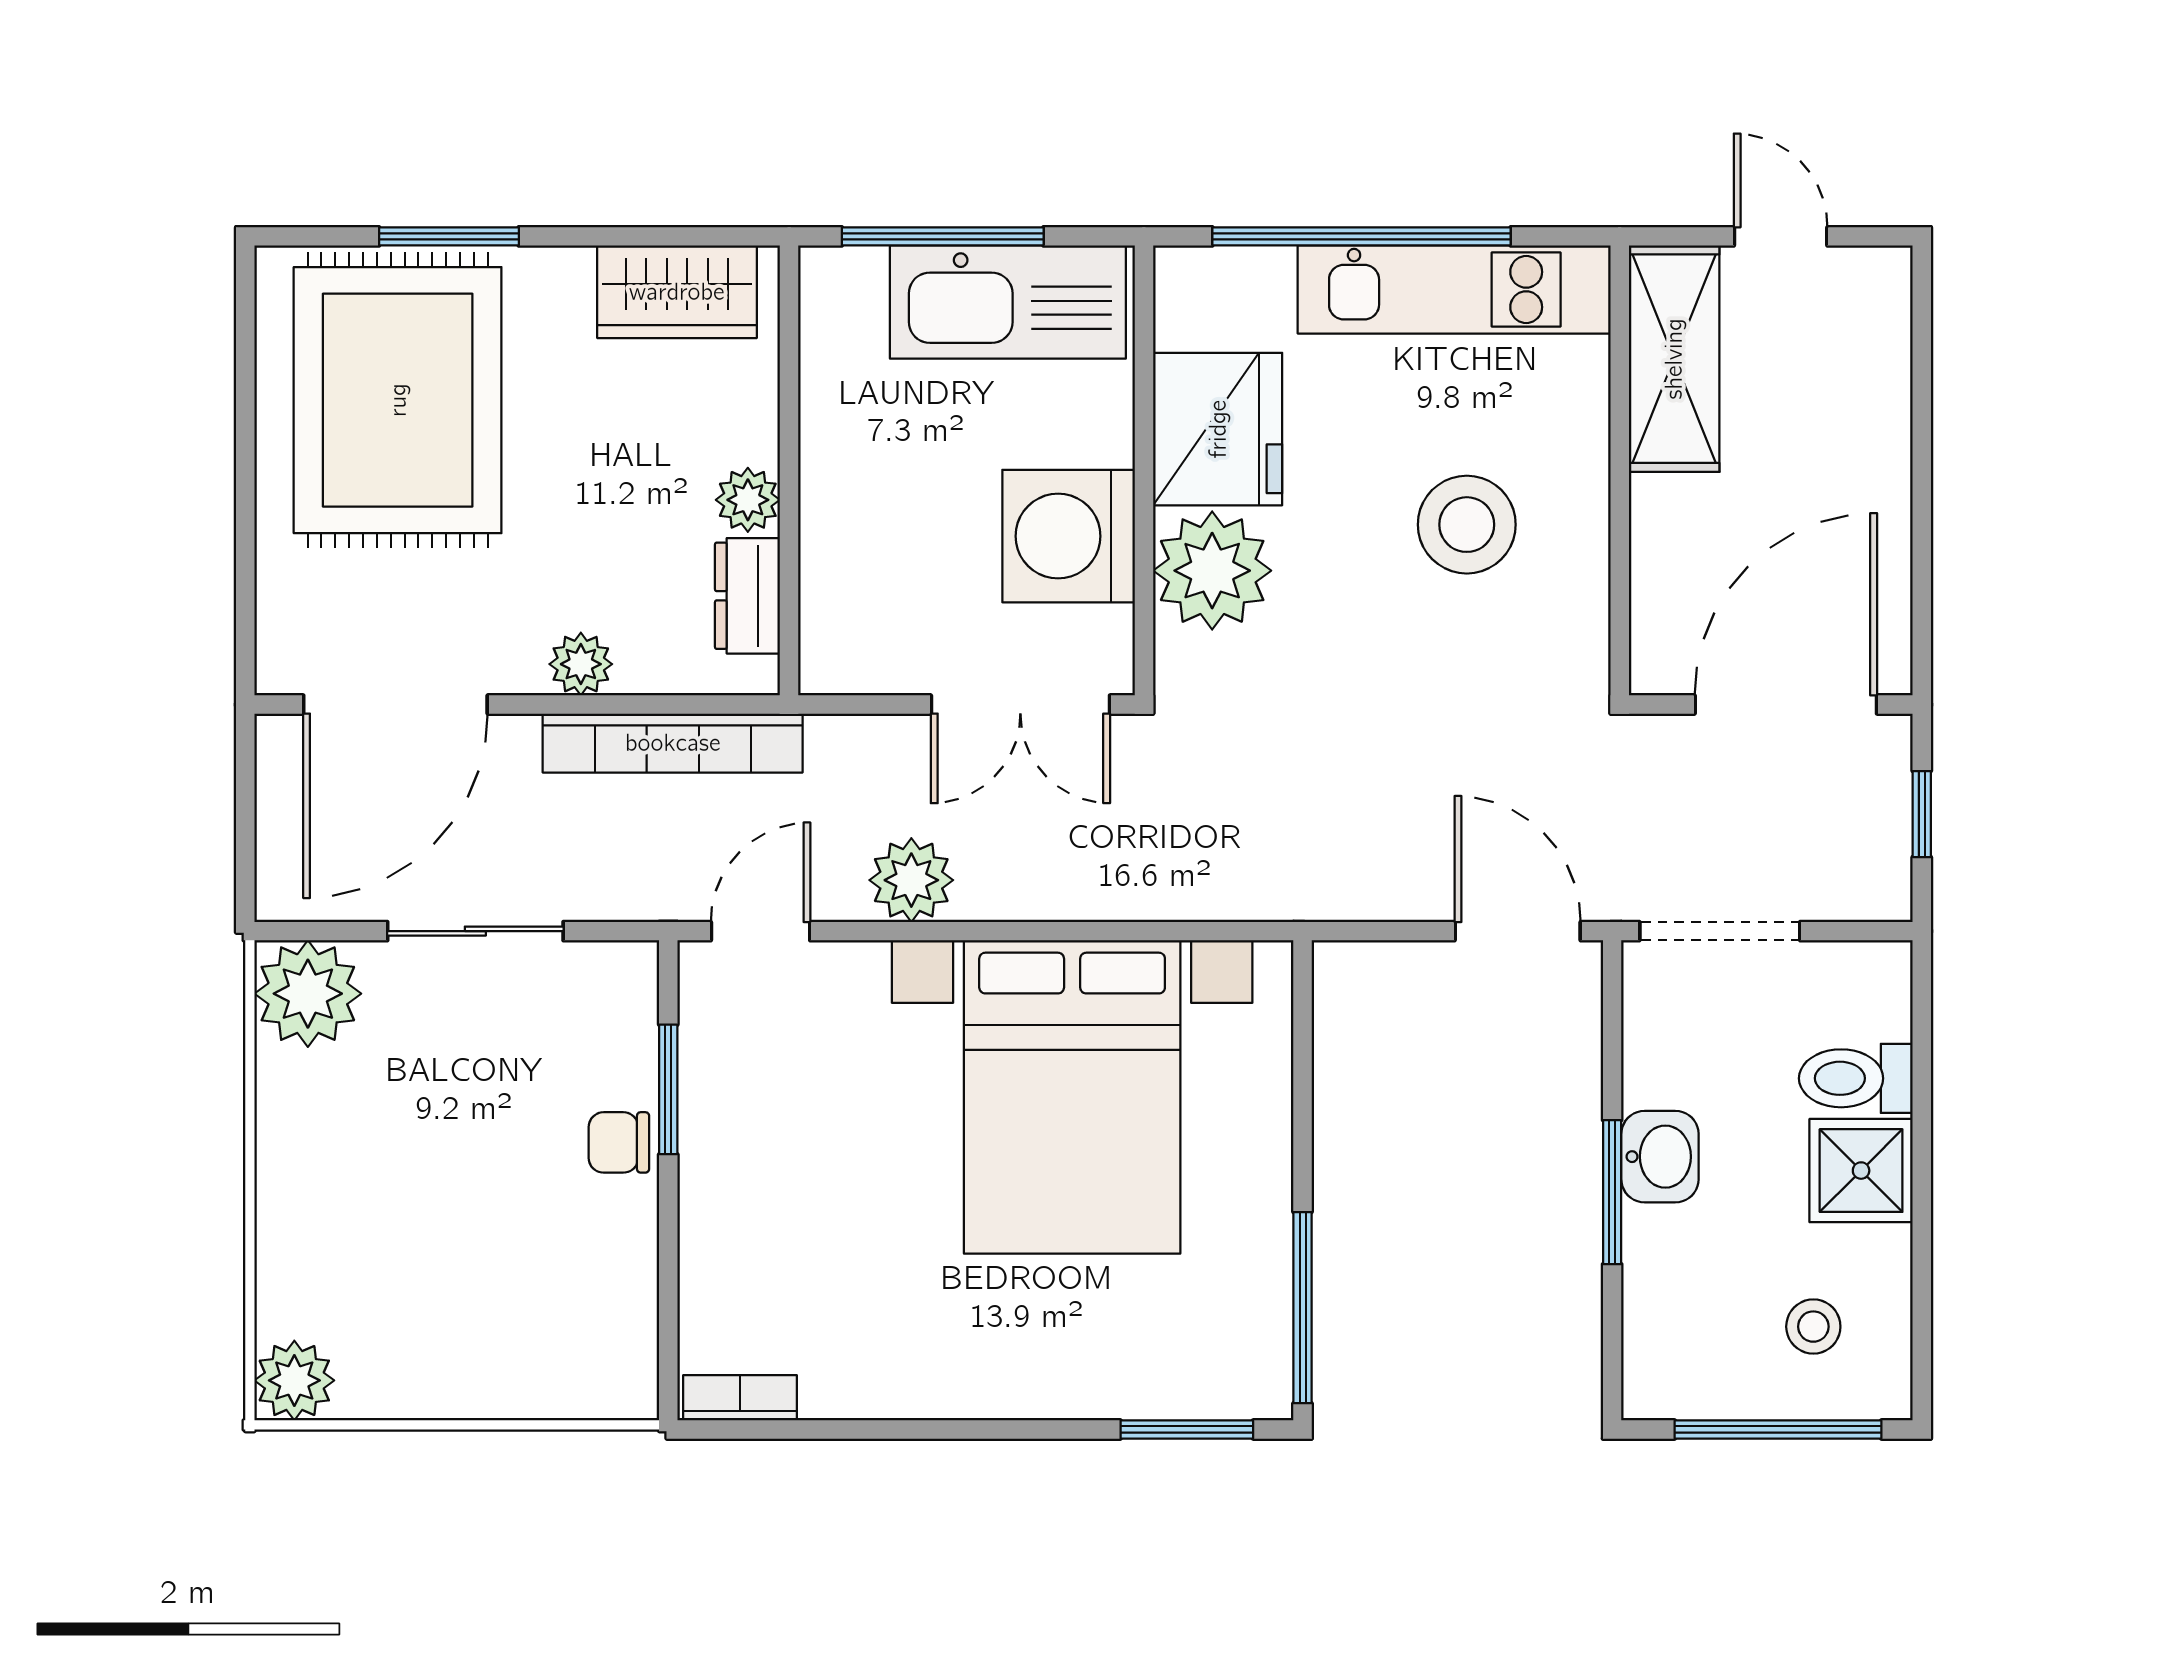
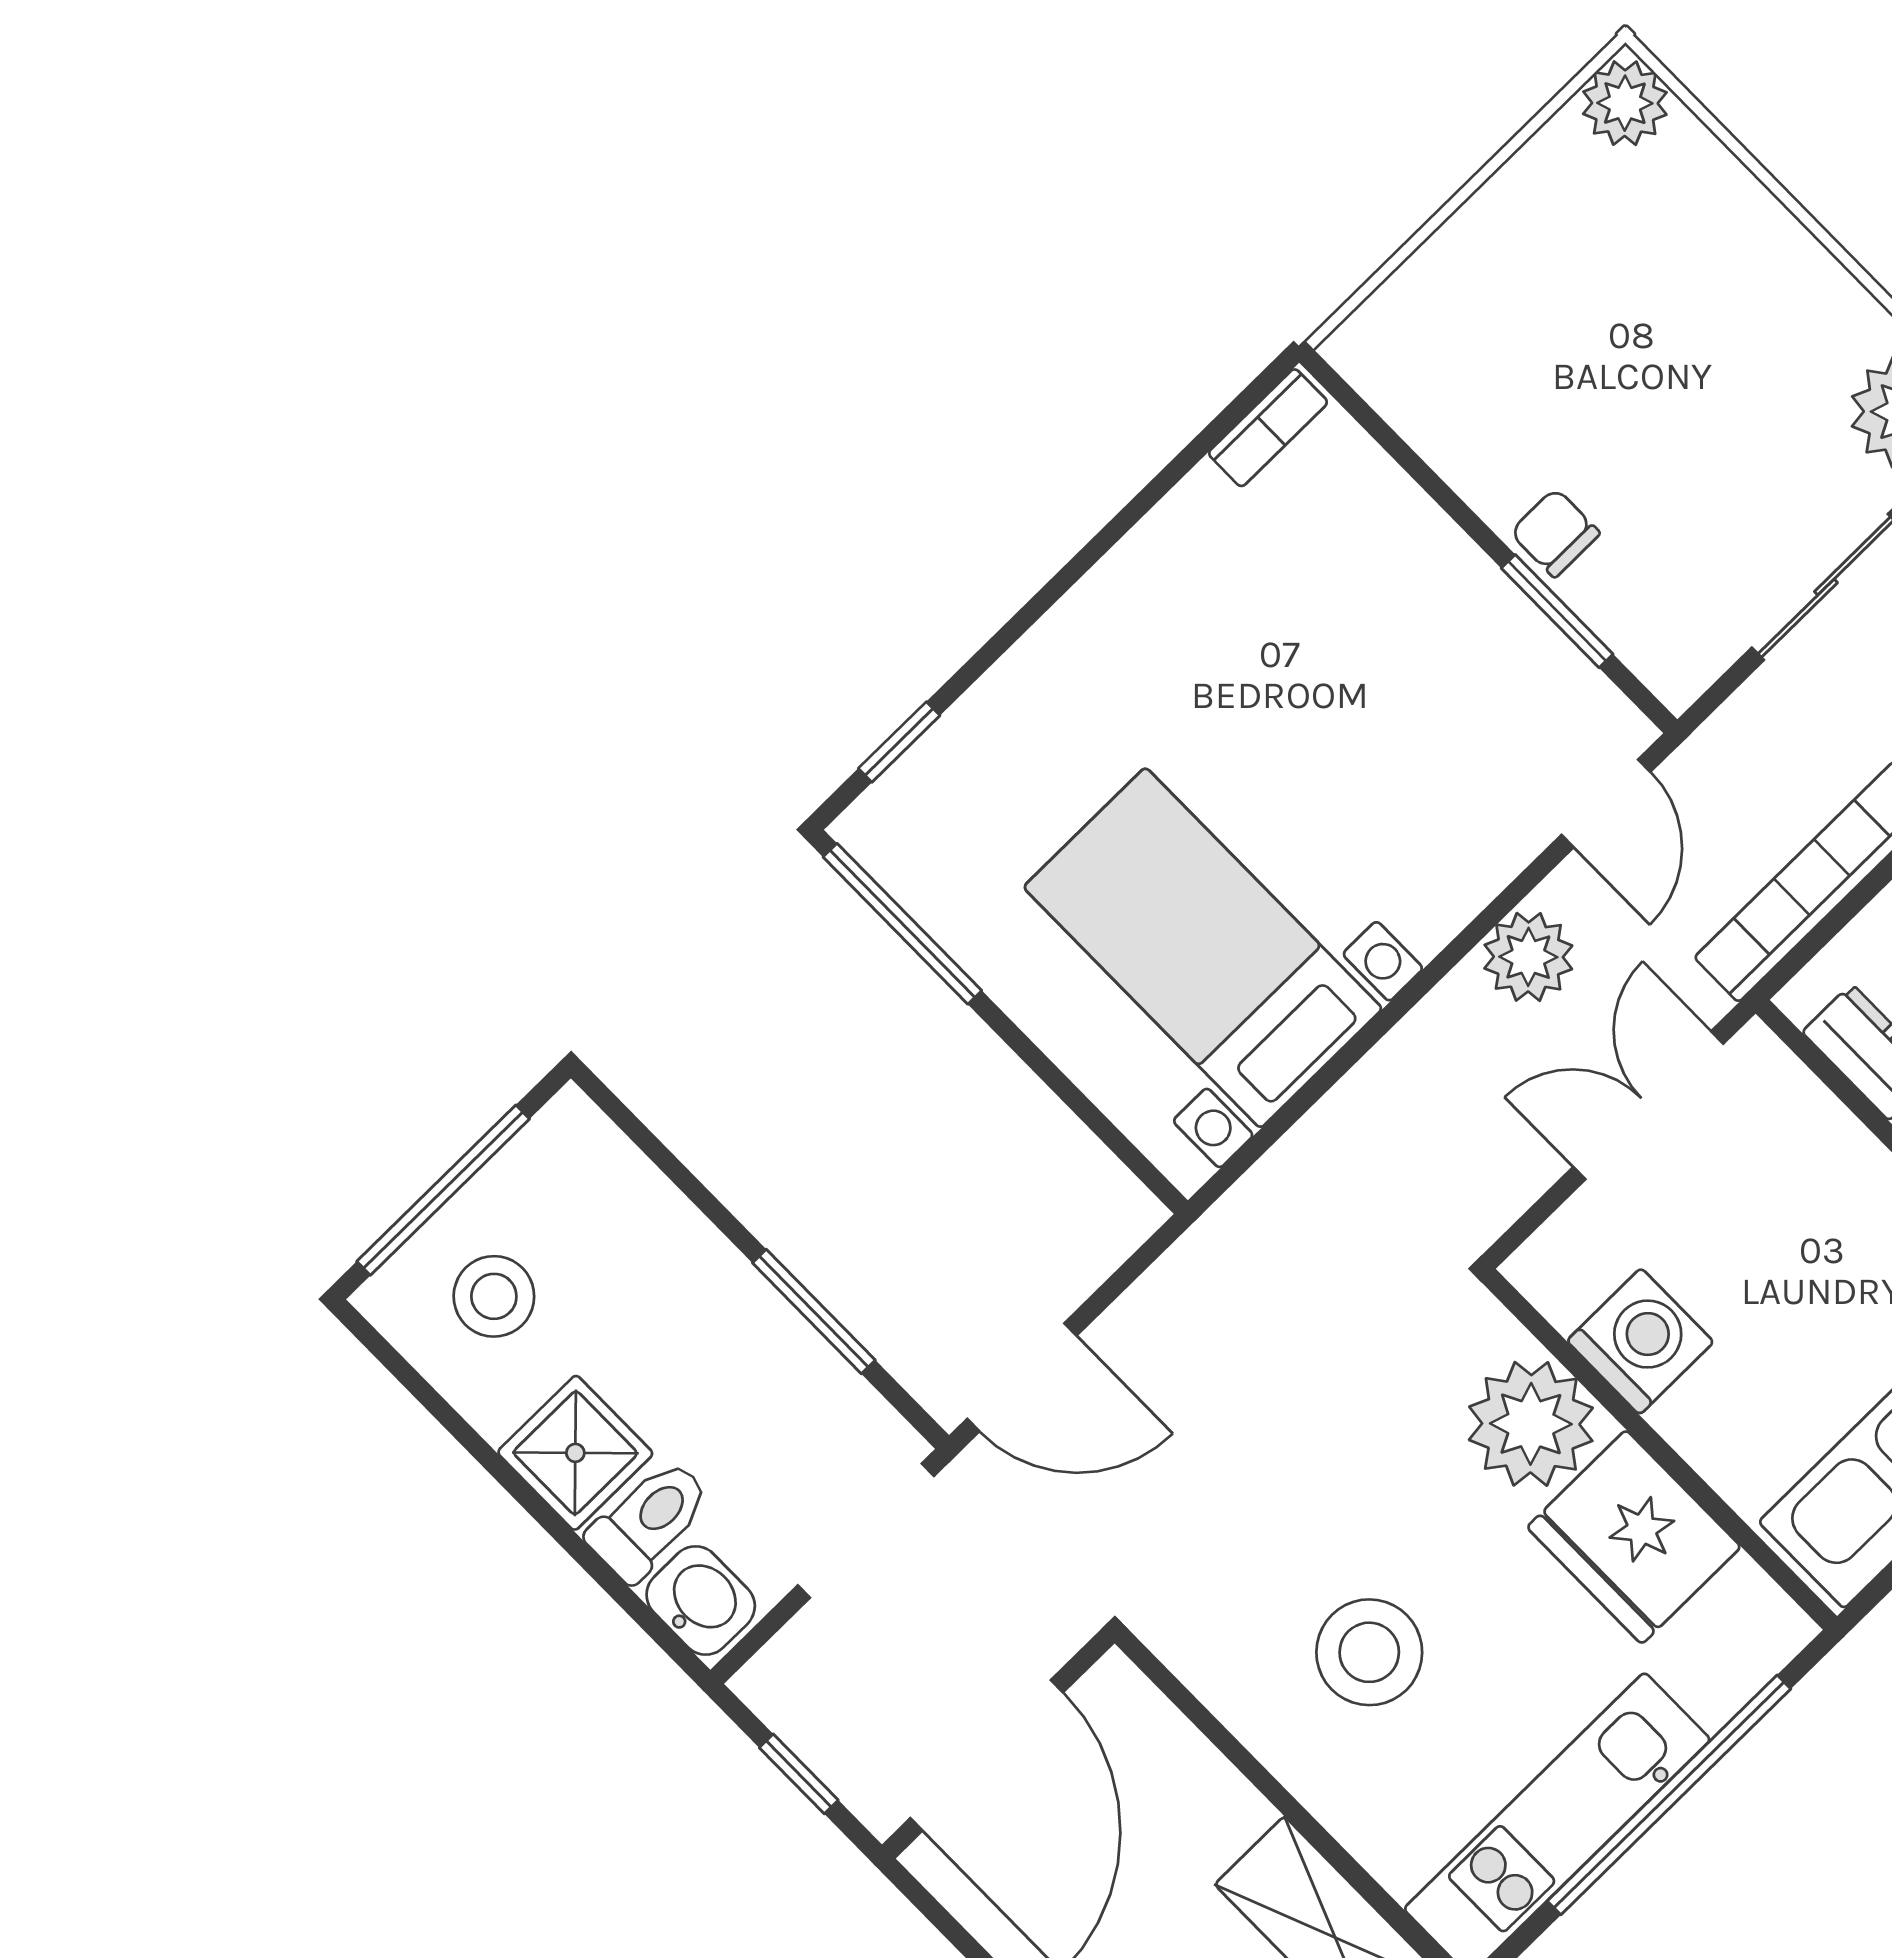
washing machine: (1069, 536) -> (1640, 1341), width x0.73, depth x0.73
double door: (1020, 705) -> (1648, 1105), moved
bed with nightstands: (1072, 1097) -> (1203, 948), width x0.73
chair: (619, 1142) -> (1555, 533), turned -90
washbasin: (1660, 1157) -> (701, 1600), moved, turned 180
window: (1612, 1192) -> (814, 1311), moved
stool: (1813, 1327) -> (494, 1296), width x1.37, depth x1.37
window: (1187, 1429) -> (899, 742), width x0.67

